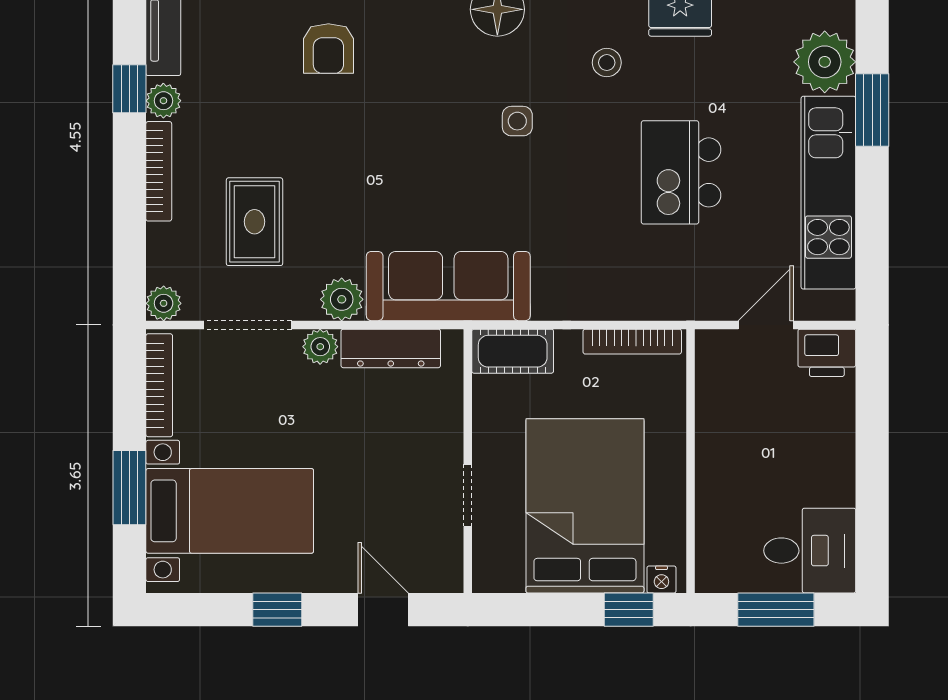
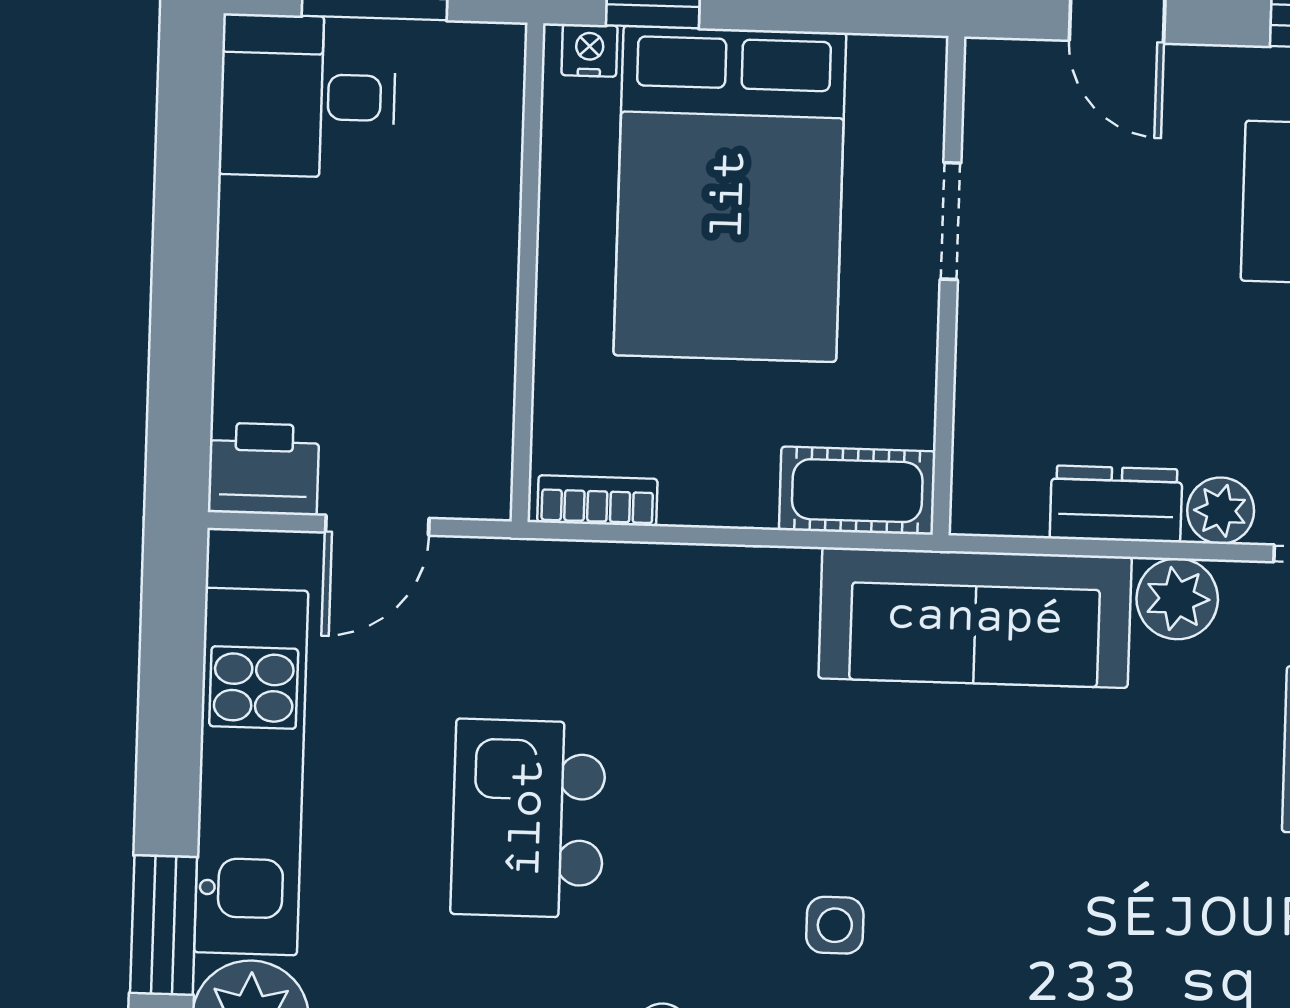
kitchen island: (681, 172) -> (528, 818), turned 180
bookcase: (632, 342) -> (597, 501), width x0.64
dresser: (391, 348) -> (1116, 504), width x0.70

